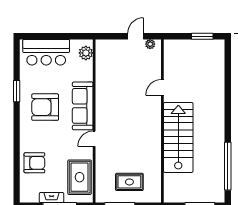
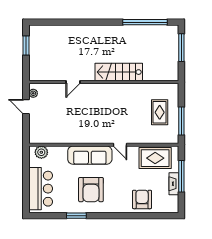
door: (162, 87) -> (73, 82), hinge flipped
stairs: (178, 137) -> (119, 72), width x0.73, depth x0.66

